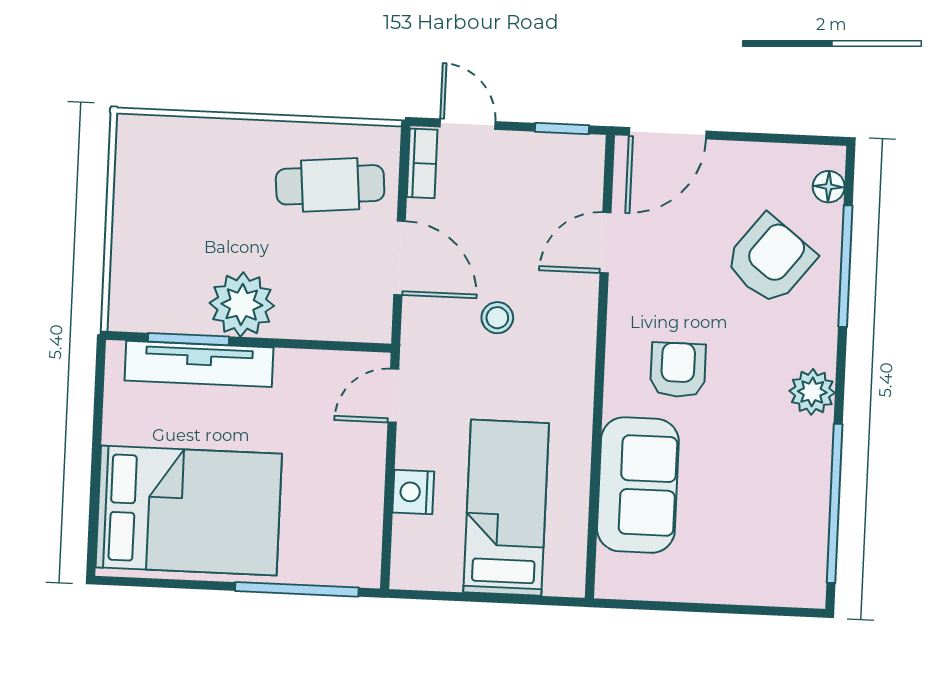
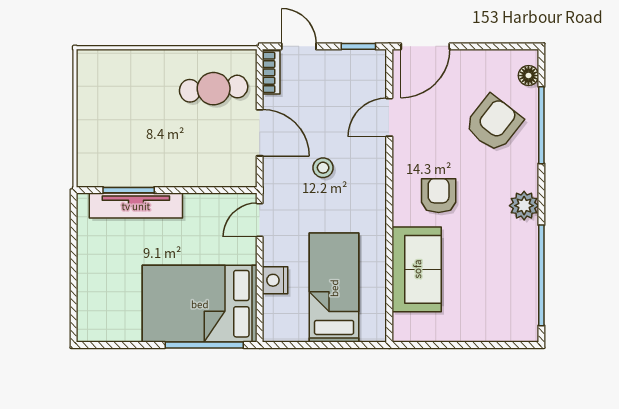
plant: (242, 304) -> (161, 167), removed
bed: (189, 511) -> (200, 304), moved, turned 180

